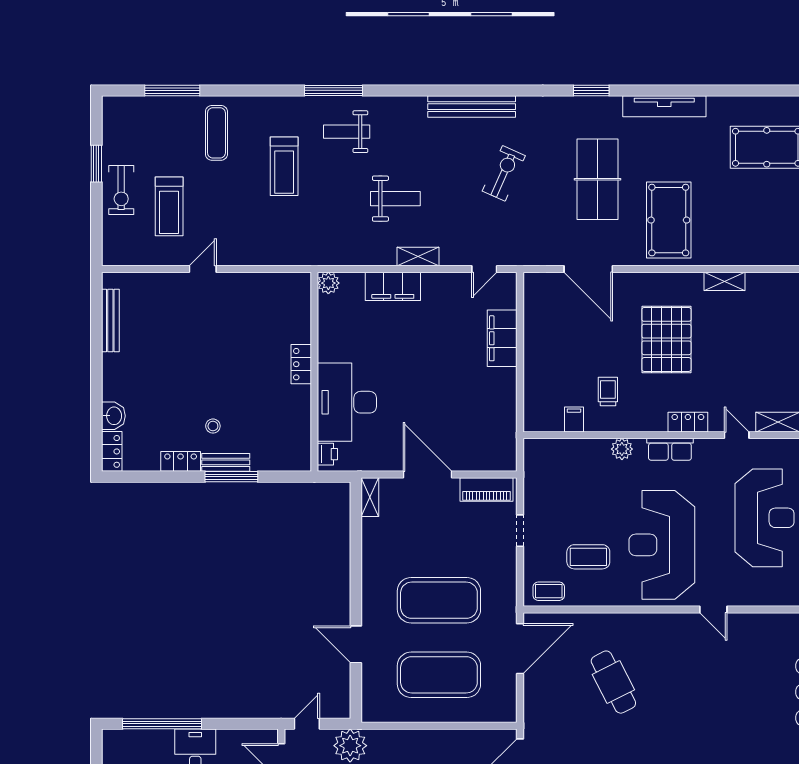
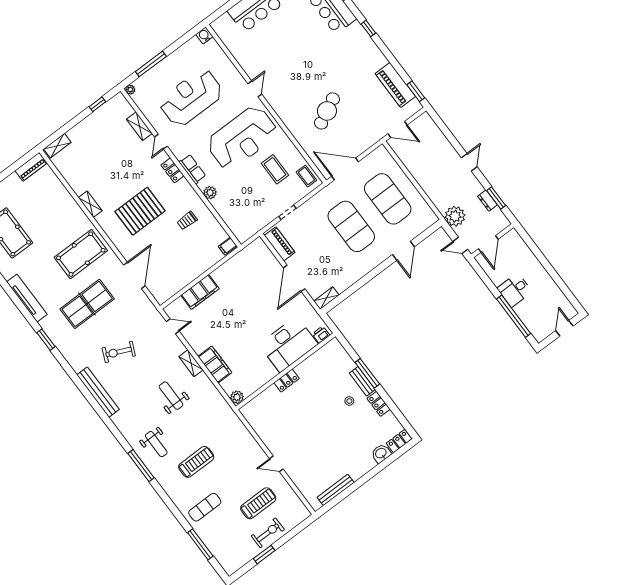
filing cabinet: (574, 419) -> (228, 246), moved

